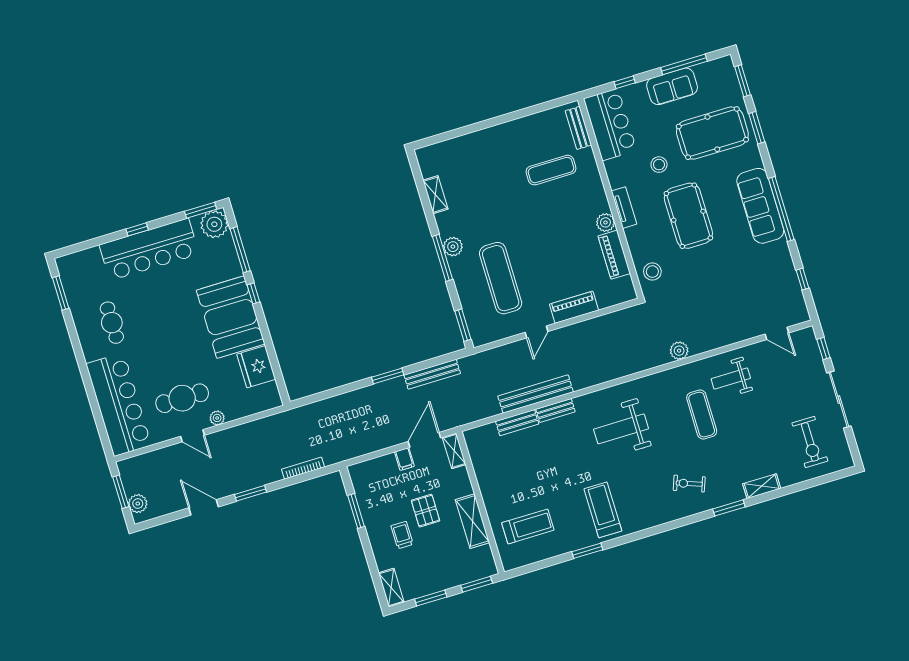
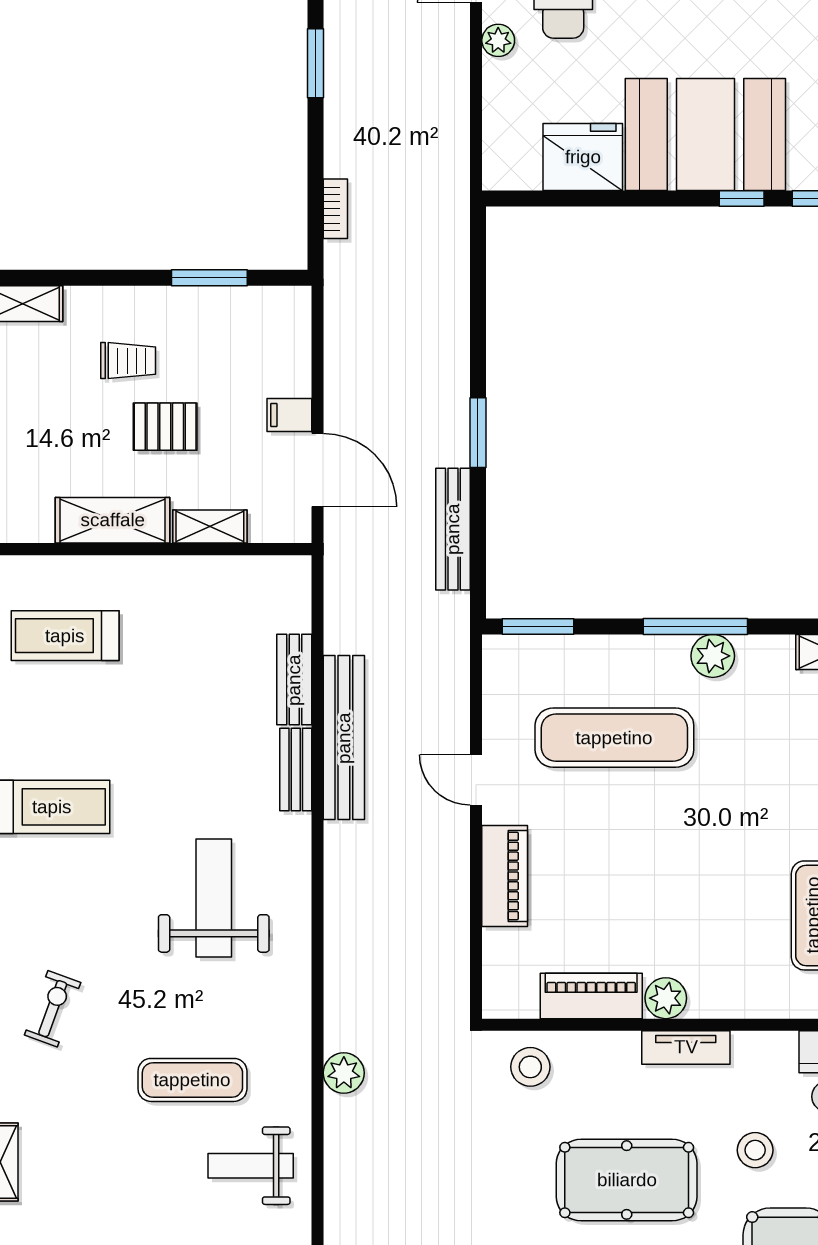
weight bench: (731, 379) -> (251, 1166), turned -90
shelving: (454, 451) -> (210, 527), moved
bookcase: (303, 468) -> (335, 209), width x0.64
treadmill: (528, 526) -> (65, 636), turned 90

